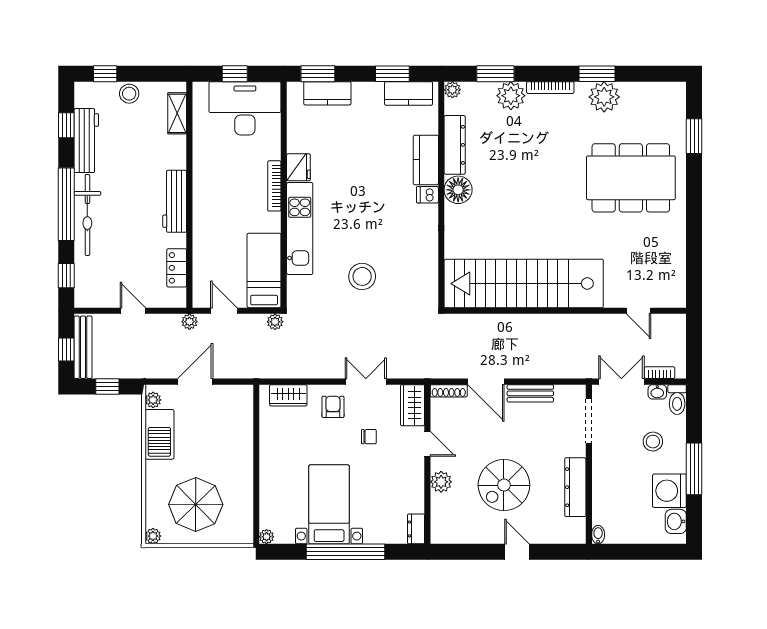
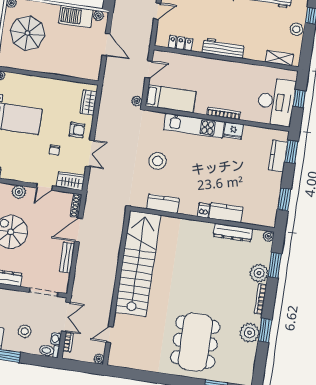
kitchen counter: (409, 93) -> (163, 204), moved, turned 90
floor lamp: (458, 190) -> (204, 230), removed
plant: (189, 322) -> (99, 359), moved

